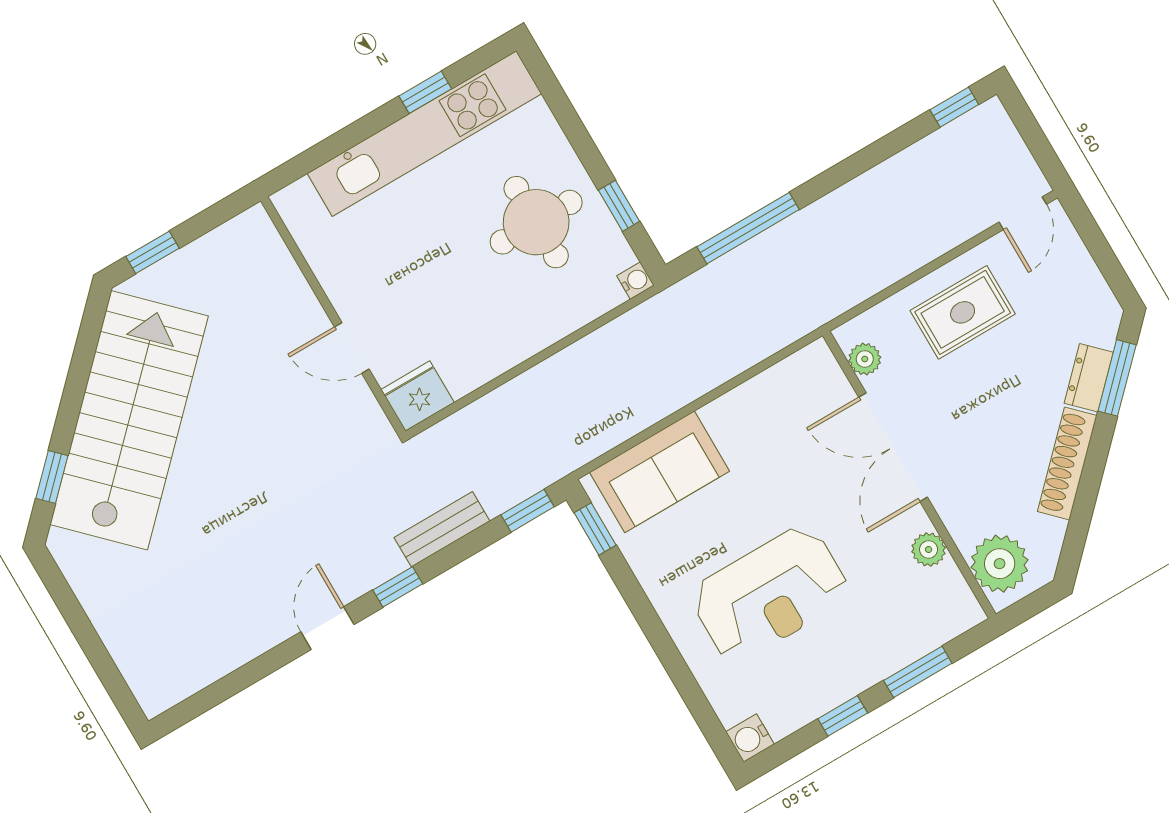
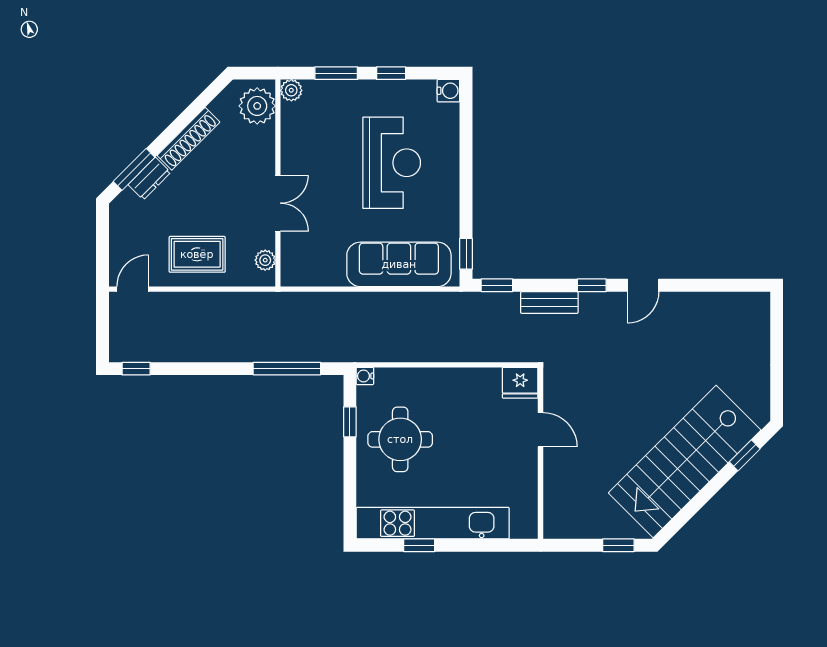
double door: (893, 447) -> (278, 203), width x0.73
sofa: (660, 472) -> (399, 264), width x1.36
plant: (929, 550) -> (291, 90), moved
reception desk: (770, 594) -> (392, 163), turned 90

